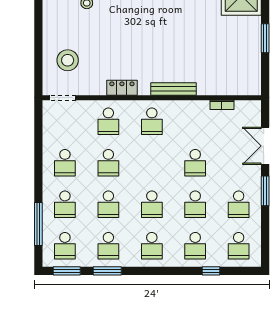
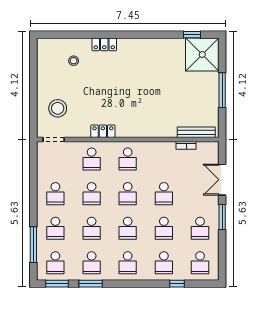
window: (265, 38) -> (222, 90), width x1.44
bench: (173, 89) -> (196, 132), moved
school desk: (152, 163) -> (128, 194), added

